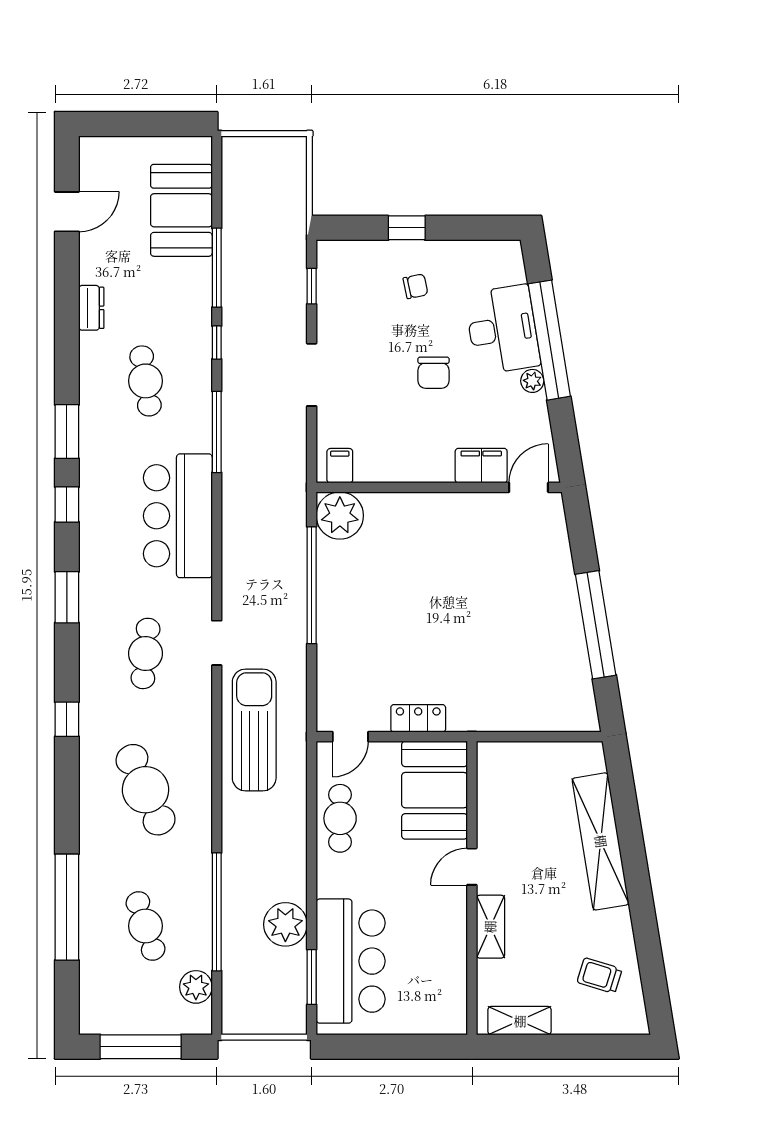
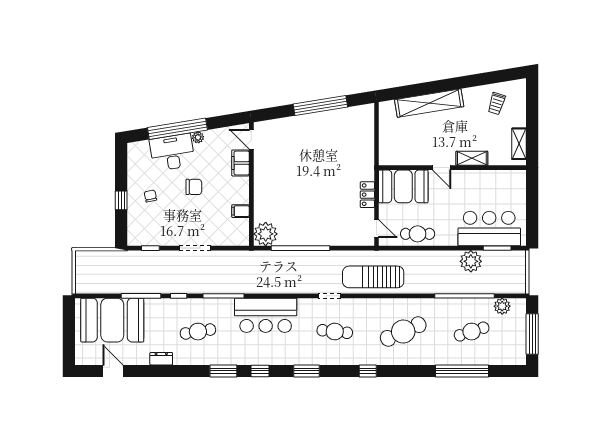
booth: (181, 210) -> (112, 320), width x1.36, depth x1.42
filing cabinet: (340, 466) -> (240, 211), moved

